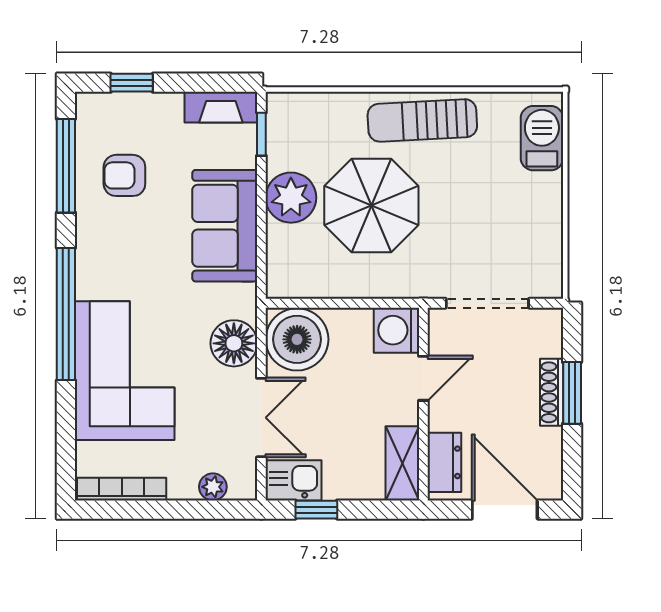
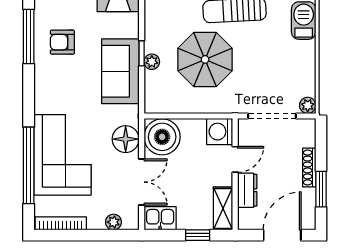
window: (261, 134) -> (142, 53), moved
plant: (291, 198) -> (152, 62), width x0.53, depth x0.53
plant: (549, 285) -> (308, 105), added
window: (66, 314) -> (29, 165), moved
window: (572, 393) -> (321, 189), moved
dresser: (444, 462) -> (247, 190), moved
window: (316, 510) -> (198, 235), moved
door: (505, 510) -> (282, 235), hinge flipped

